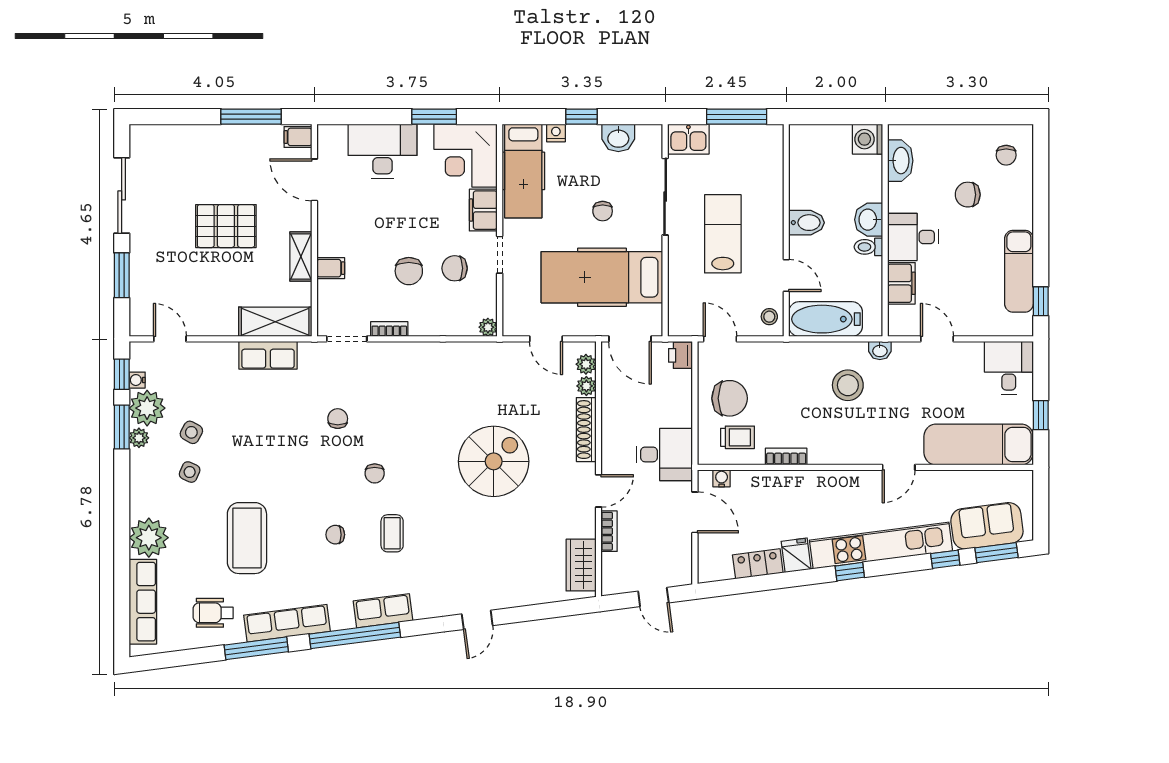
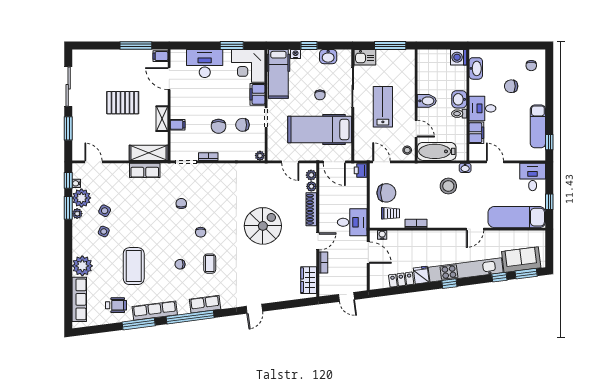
wheelchair: (213, 613) -> (116, 305), turned 180

